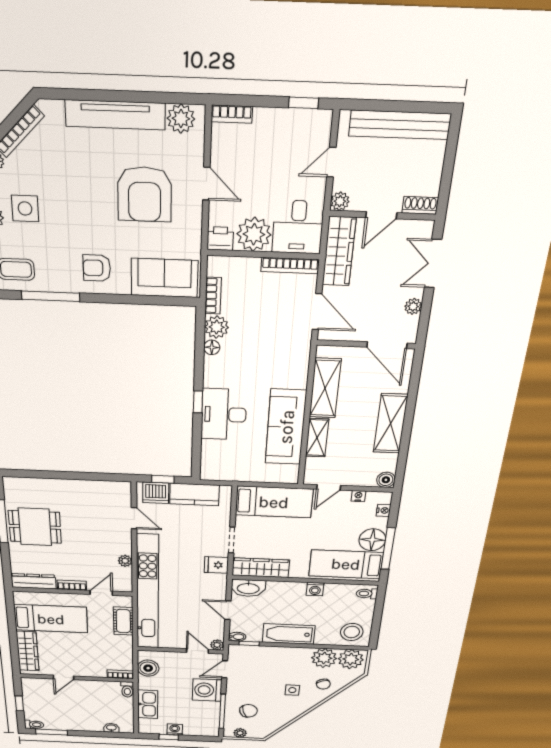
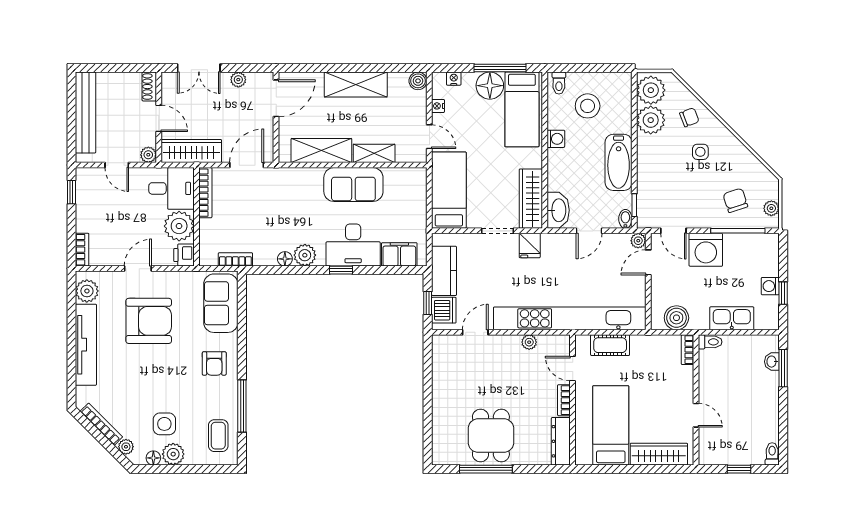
plant: (217, 327) -> (305, 255), moved
sofa: (286, 427) -> (353, 185), width x0.73
filing cabinet: (212, 456) -> (399, 254), added
stool: (352, 632) -> (588, 106), moved
window: (52, 732) -> (783, 368), moved

